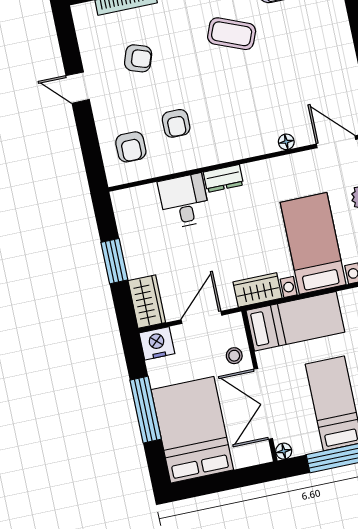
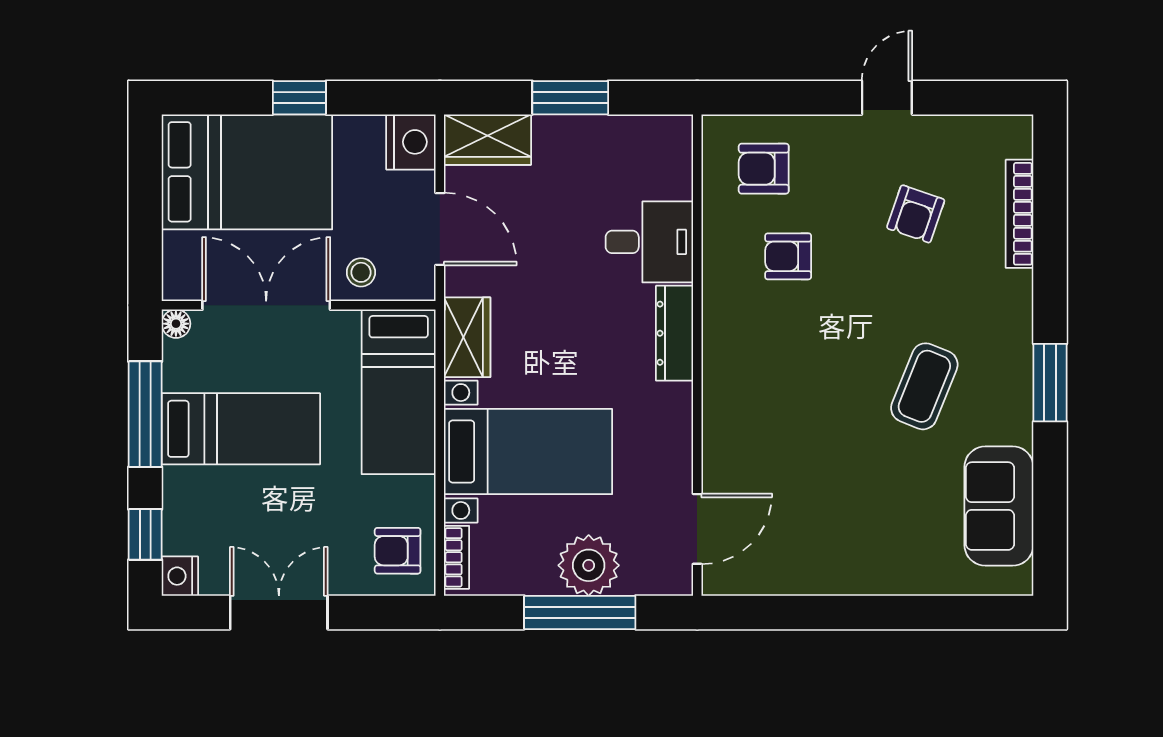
floor lamp: (286, 142) -> (715, 442), removed
dresser: (223, 178) -> (674, 333), width x1.44
window: (146, 410) -> (299, 98), width x0.46

